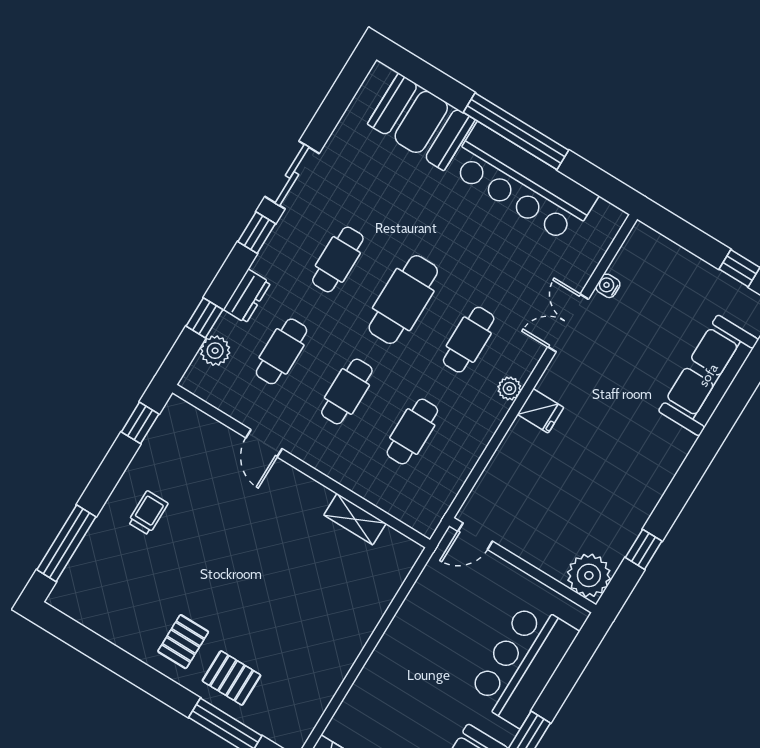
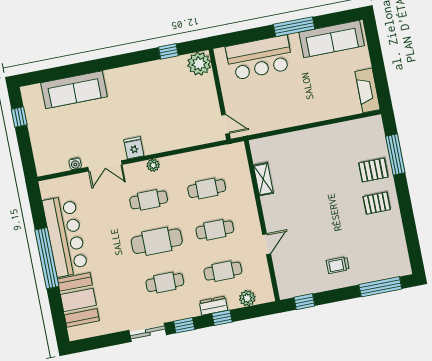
window: (204, 318) -> (222, 318), moved
fridge: (541, 411) -> (134, 148), moved
pallet: (231, 678) -> (373, 170), turned 90

